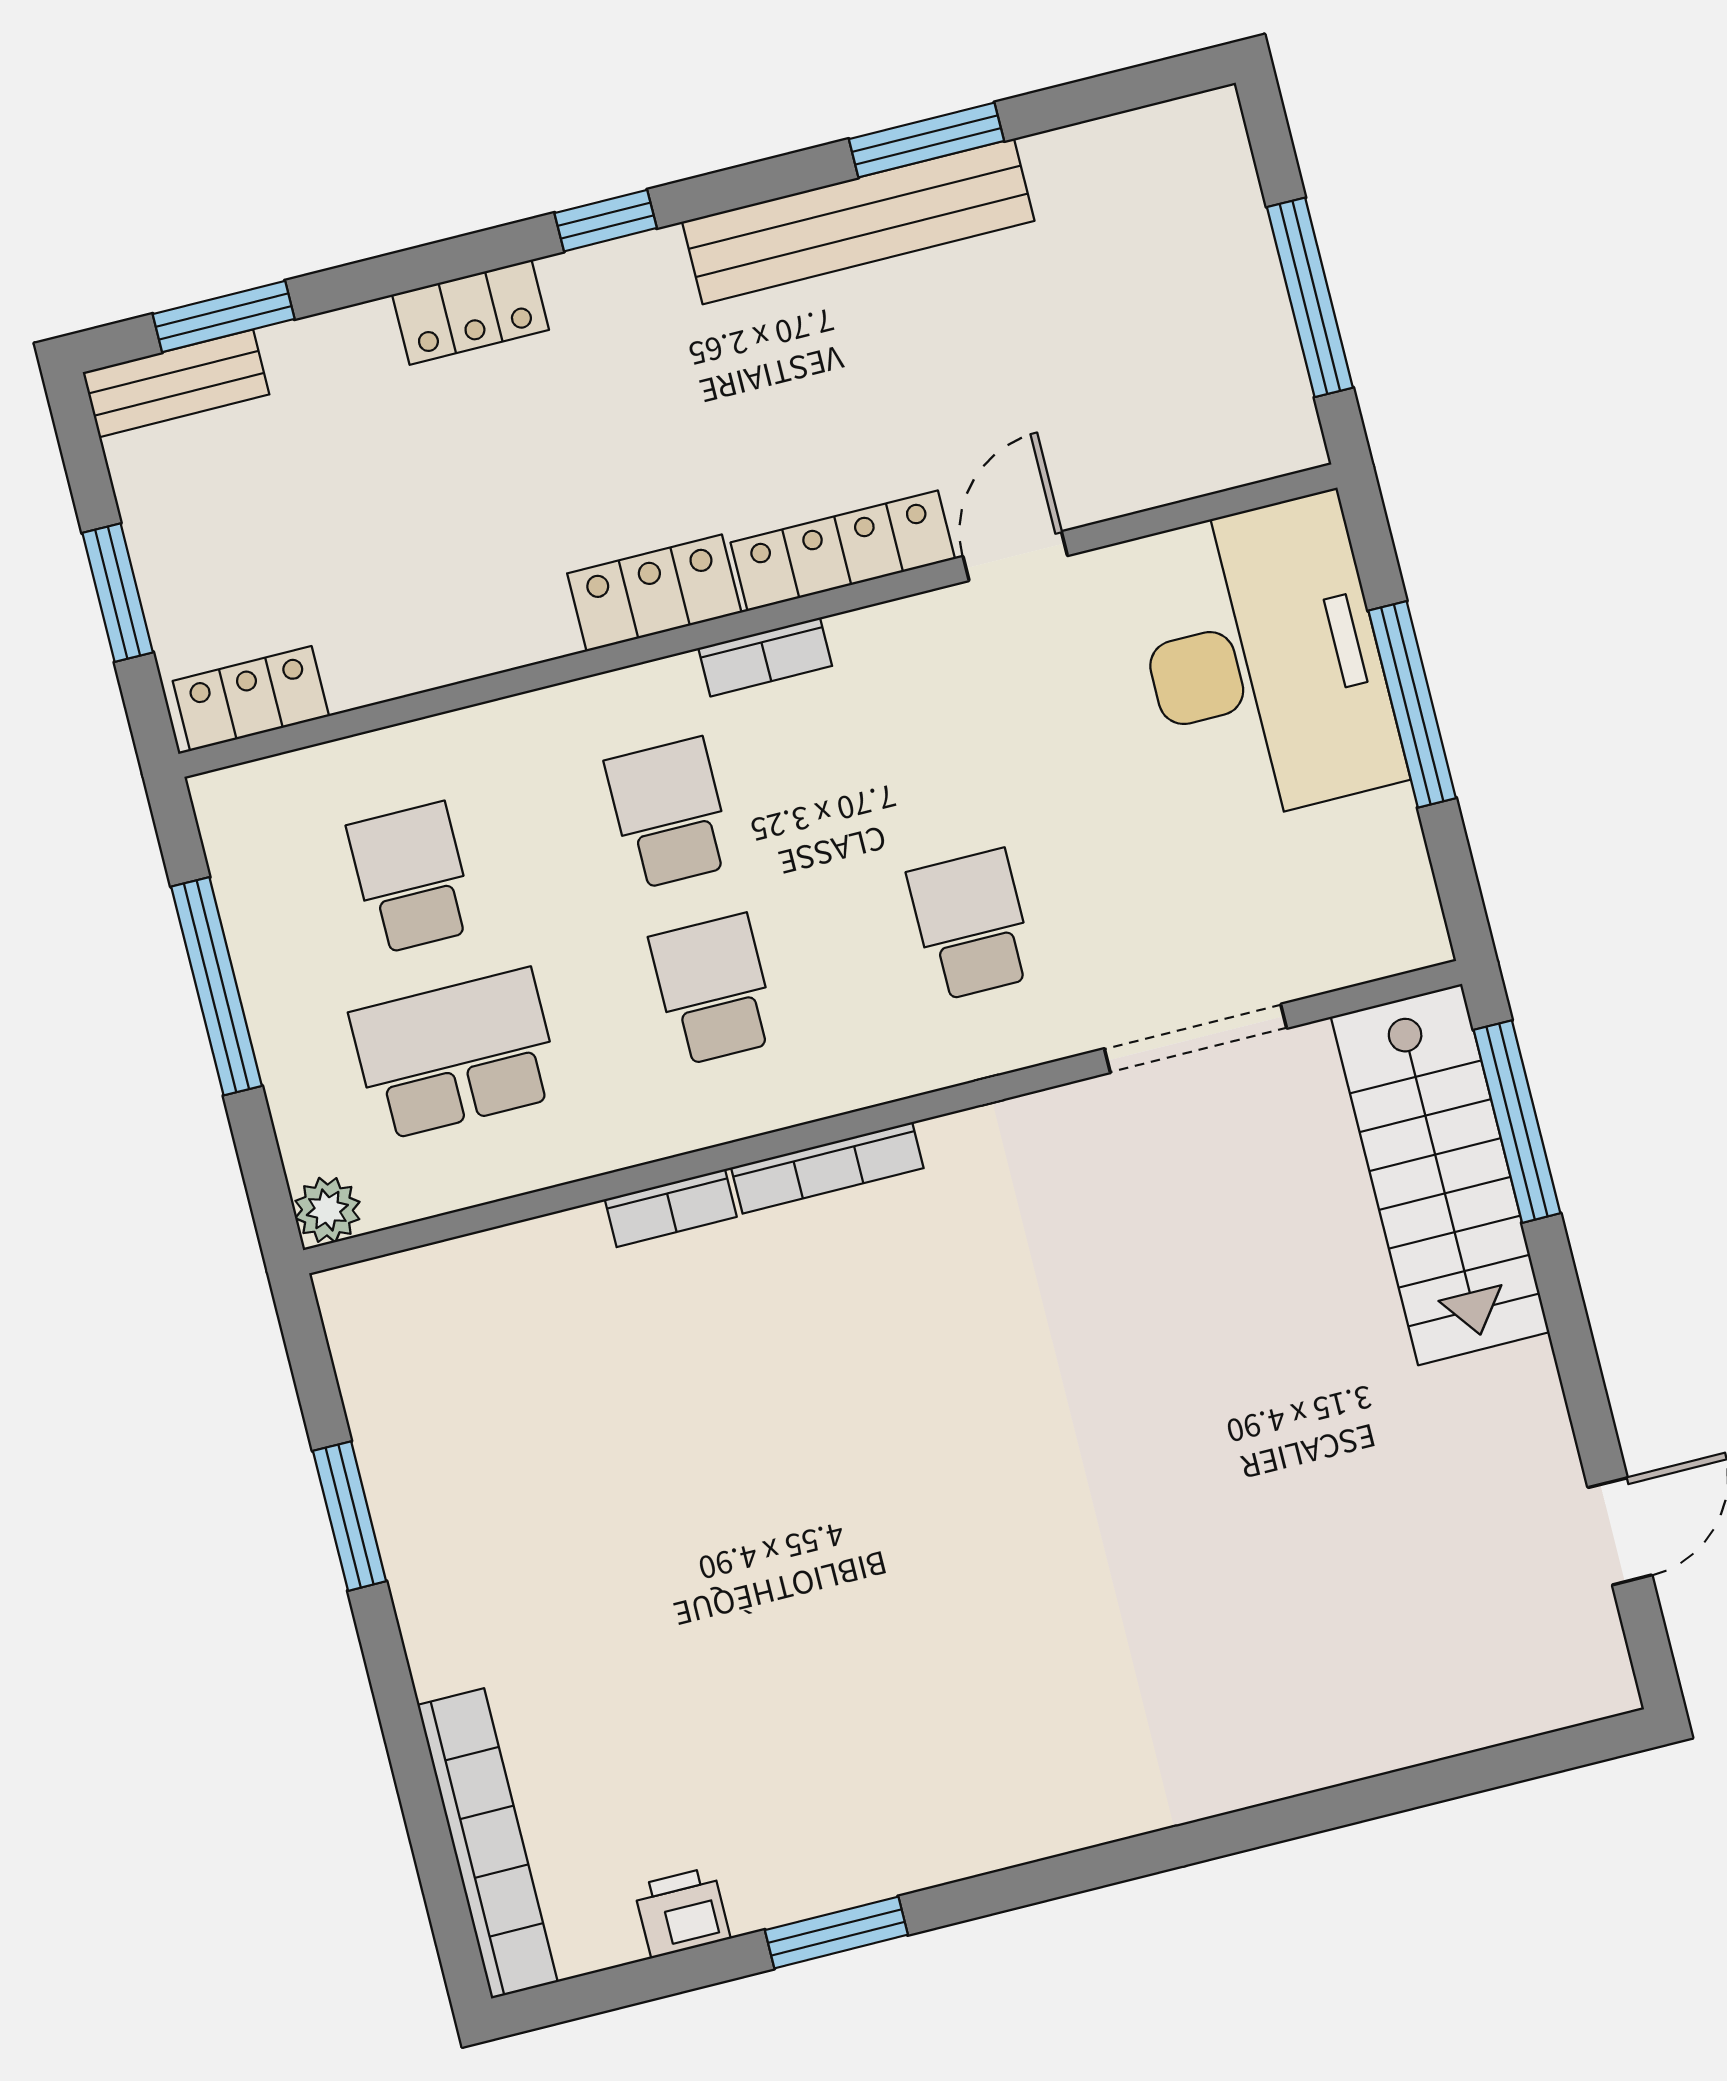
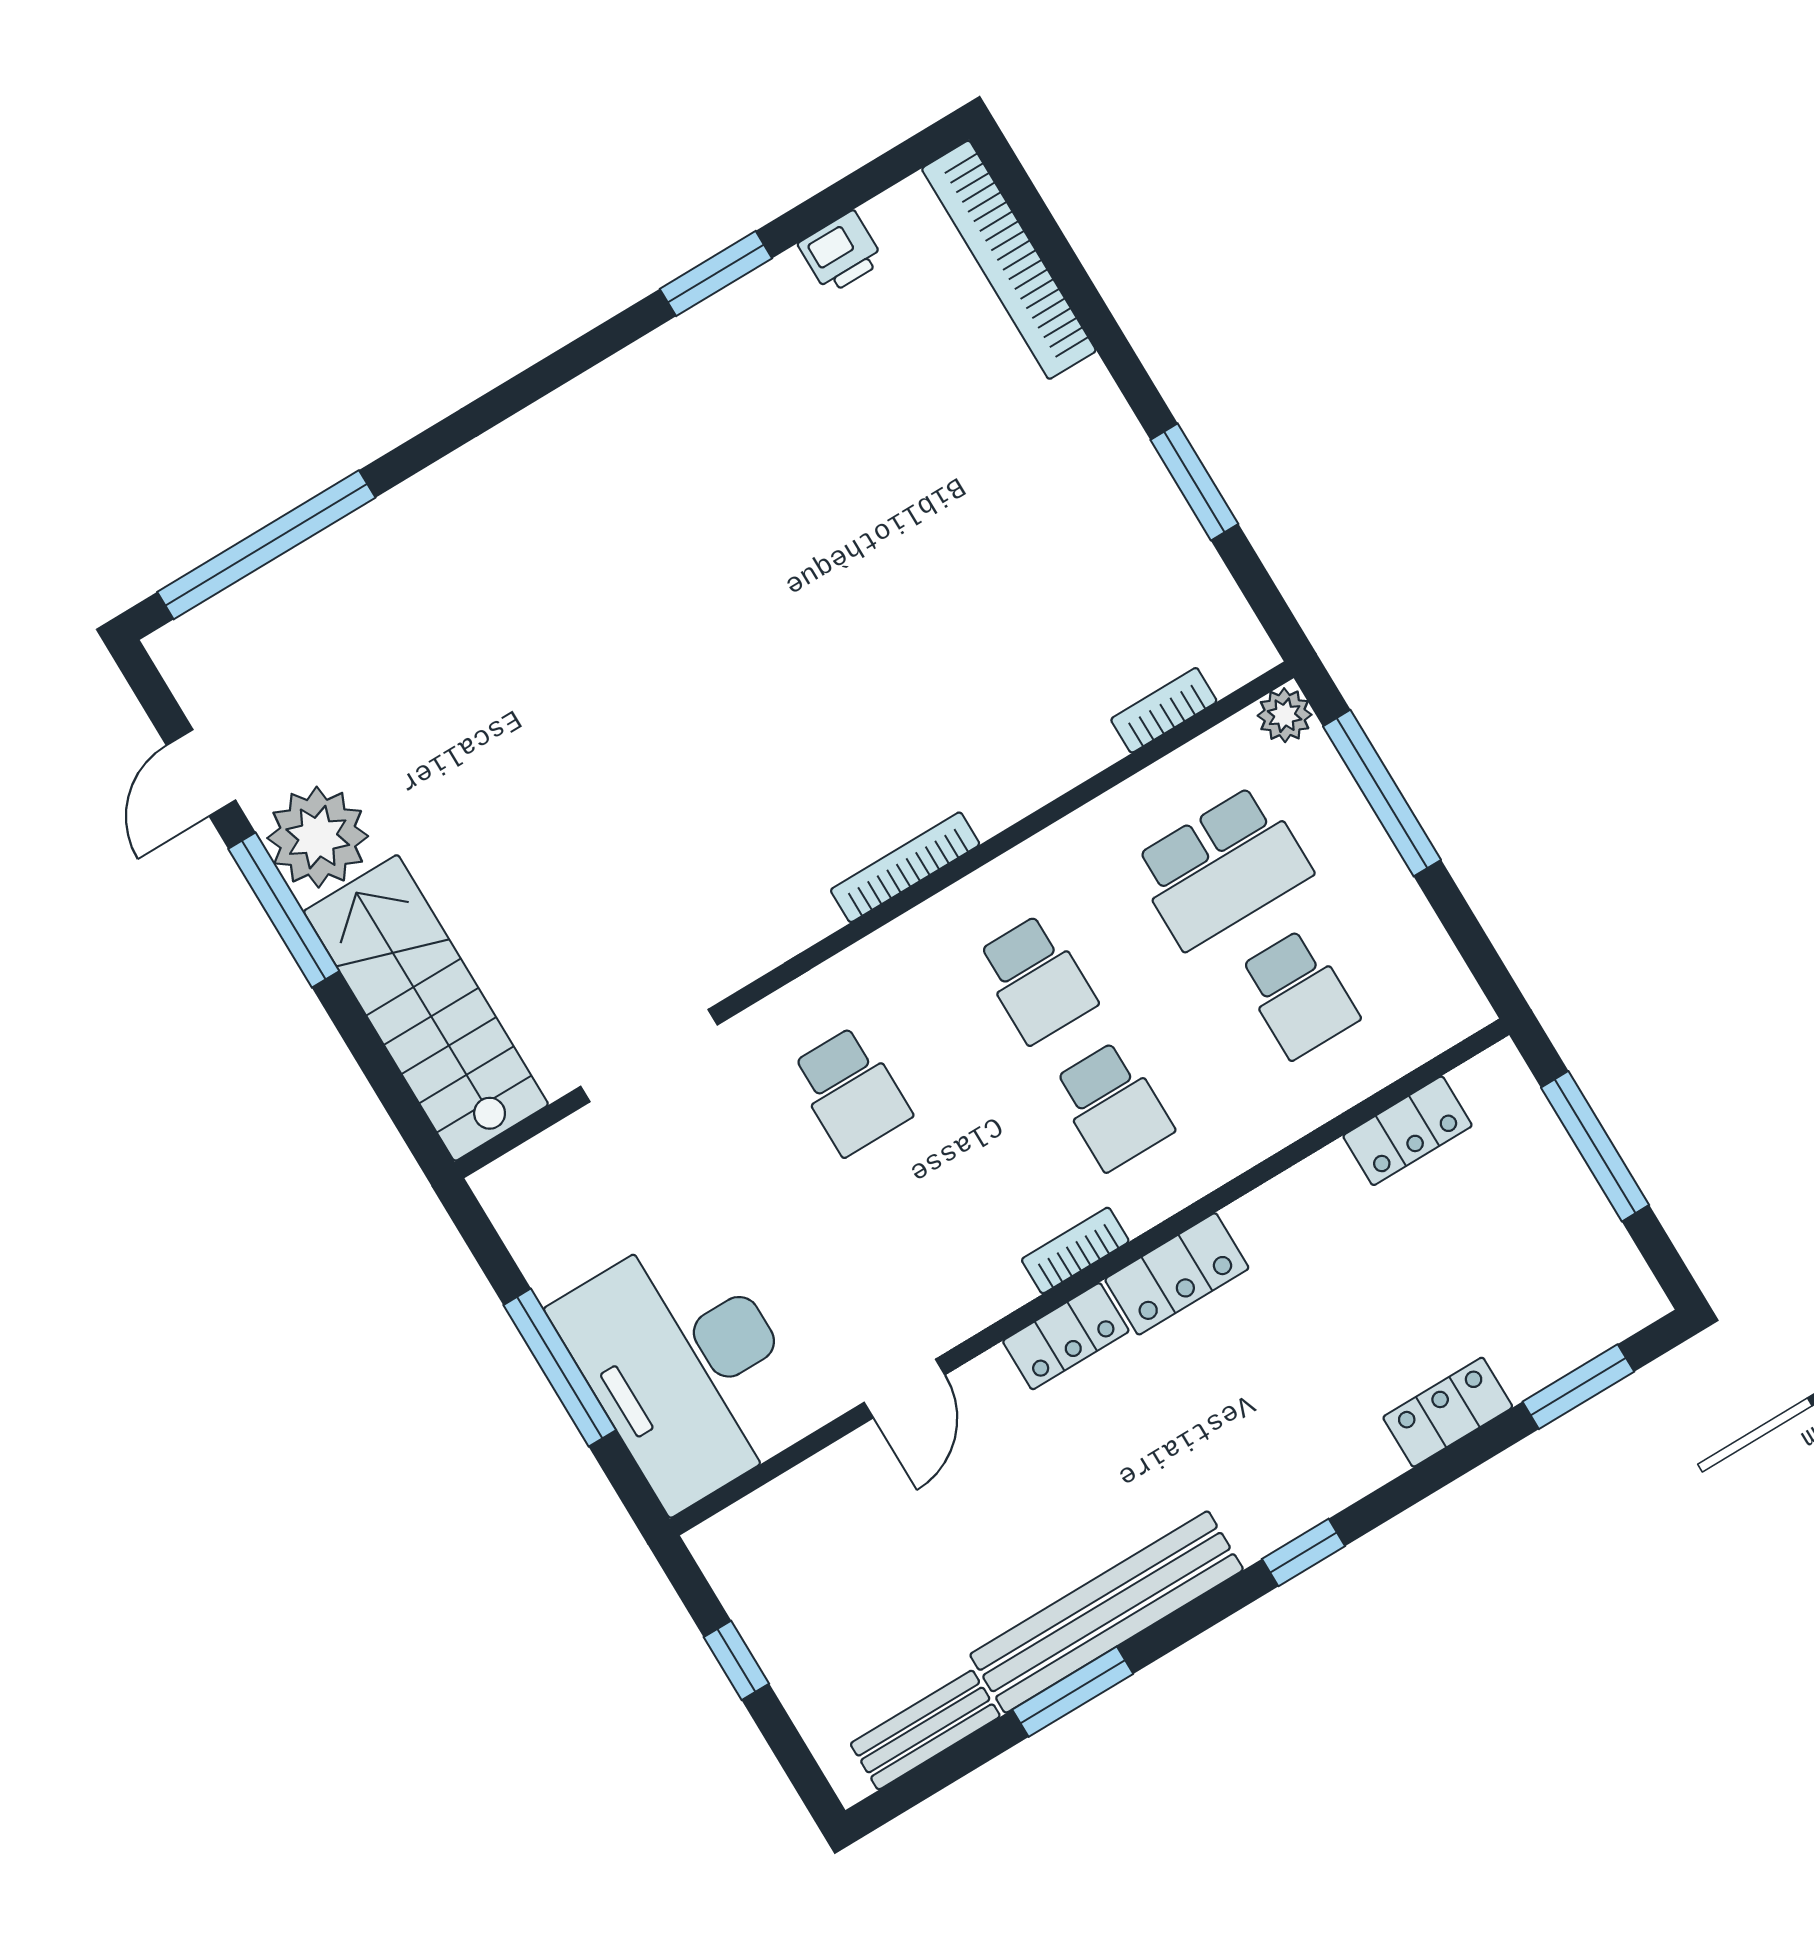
window: (1310, 297) -> (736, 1660), width x0.46
locker: (471, 312) -> (1448, 1412), moved
bench: (176, 383) -> (925, 1730), moved
locker: (843, 551) -> (1066, 1336), width x0.66
window: (118, 593) -> (1595, 1146), width x1.44
locker: (251, 699) -> (1407, 1131), moved
window: (217, 986) -> (1382, 793), moved
window: (1517, 1122) -> (284, 910), moved
bookcase: (671, 1208) -> (1164, 710), moved
plant: (1506, 1414) -> (318, 837), added
window: (1461, 1775) -> (266, 545), added

